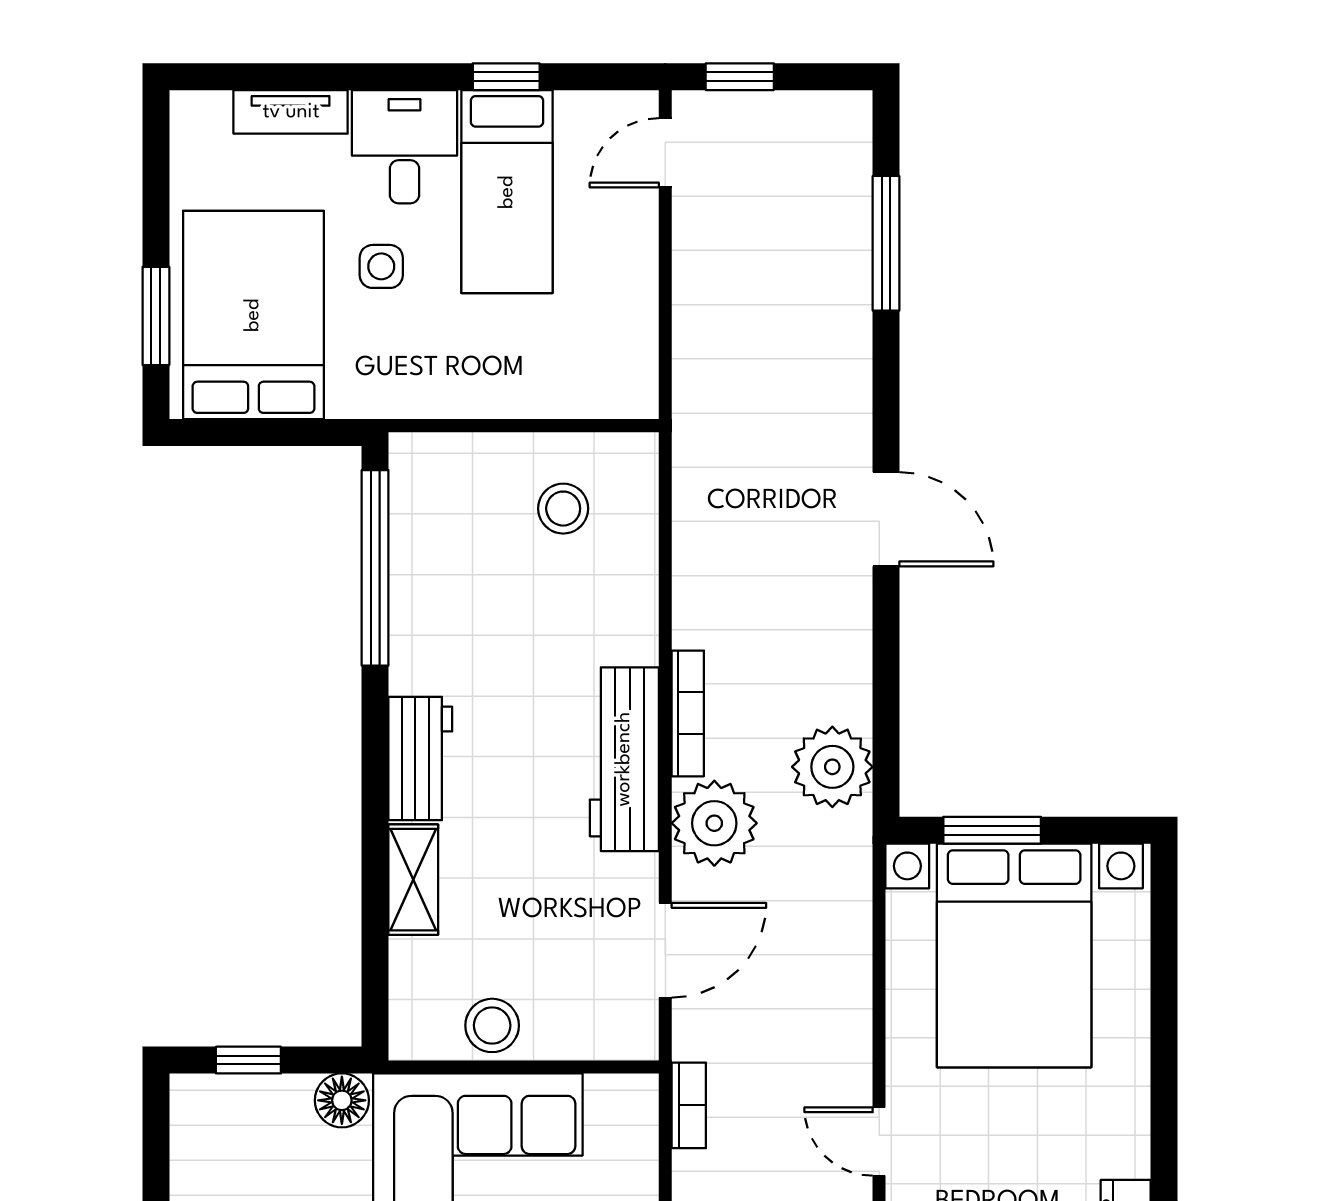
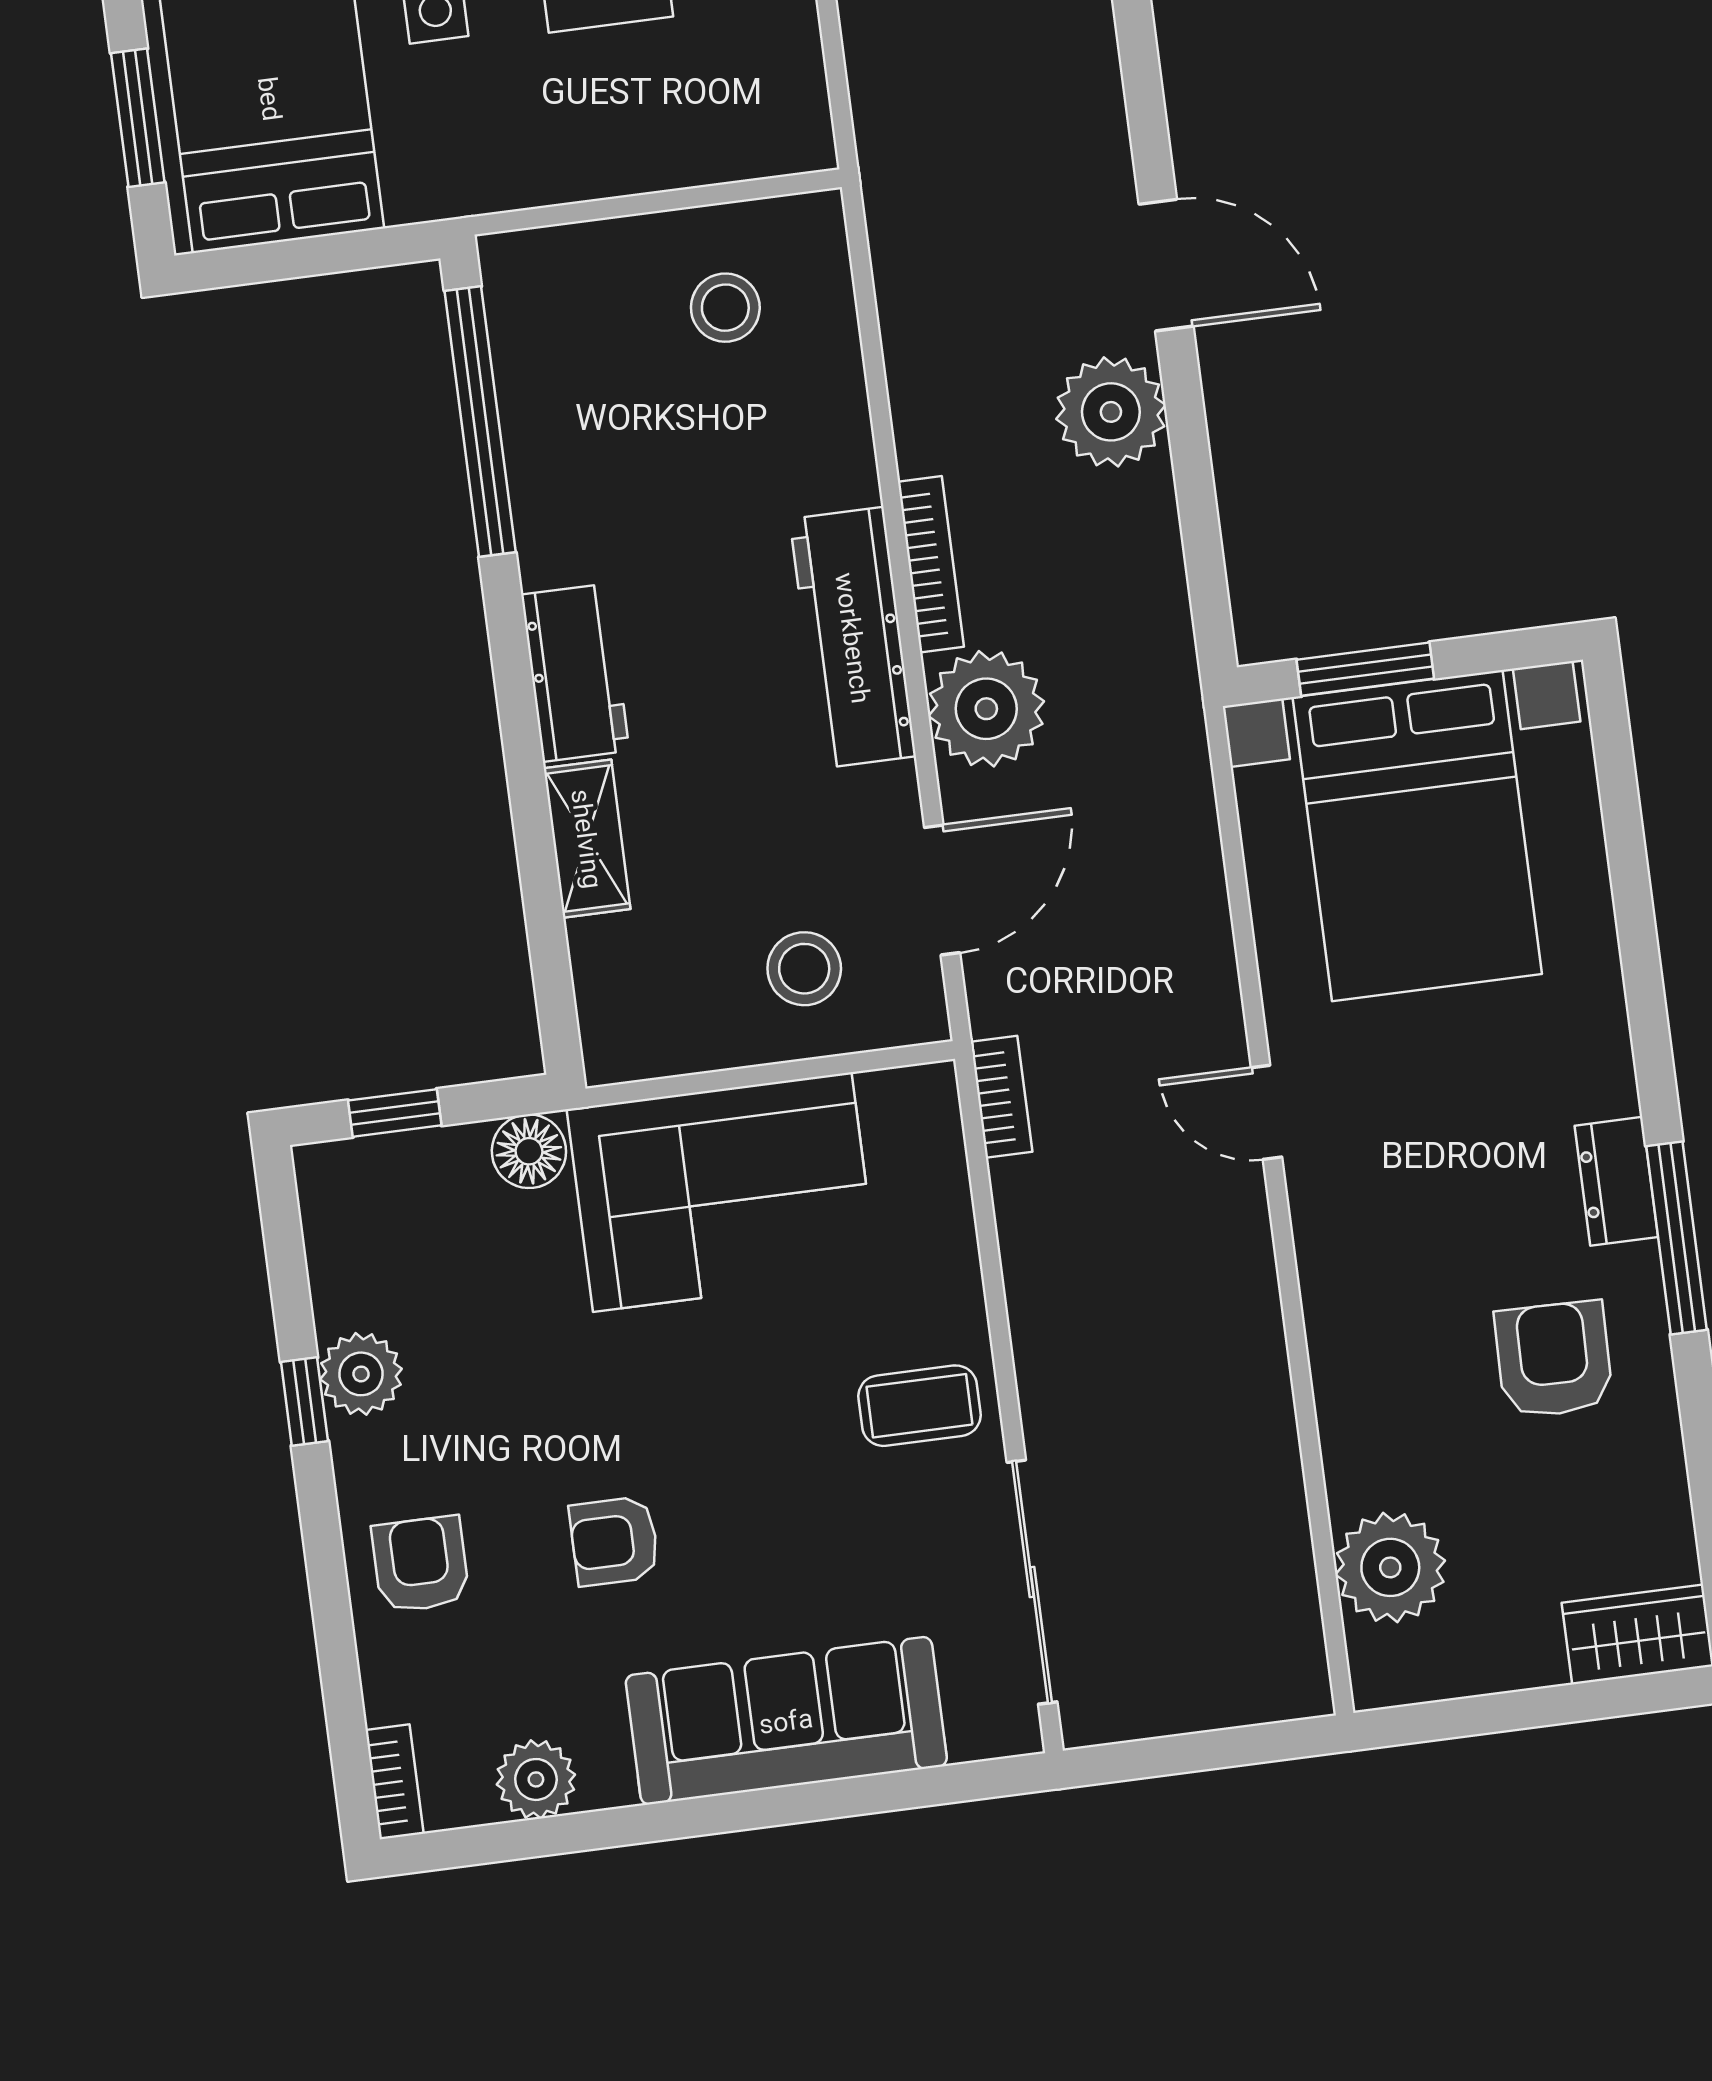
plant: (832, 767) -> (1111, 412), moved
stool: (492, 1025) -> (804, 969), moved

